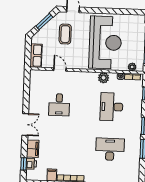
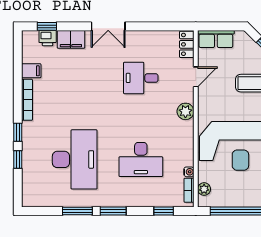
locker: (39, 74) -> (187, 44), added
plant: (104, 78) -> (185, 111), moved
desk: (111, 107) -> (141, 159), turned 180
desk: (110, 149) -> (75, 159), width x1.36, depth x1.30

